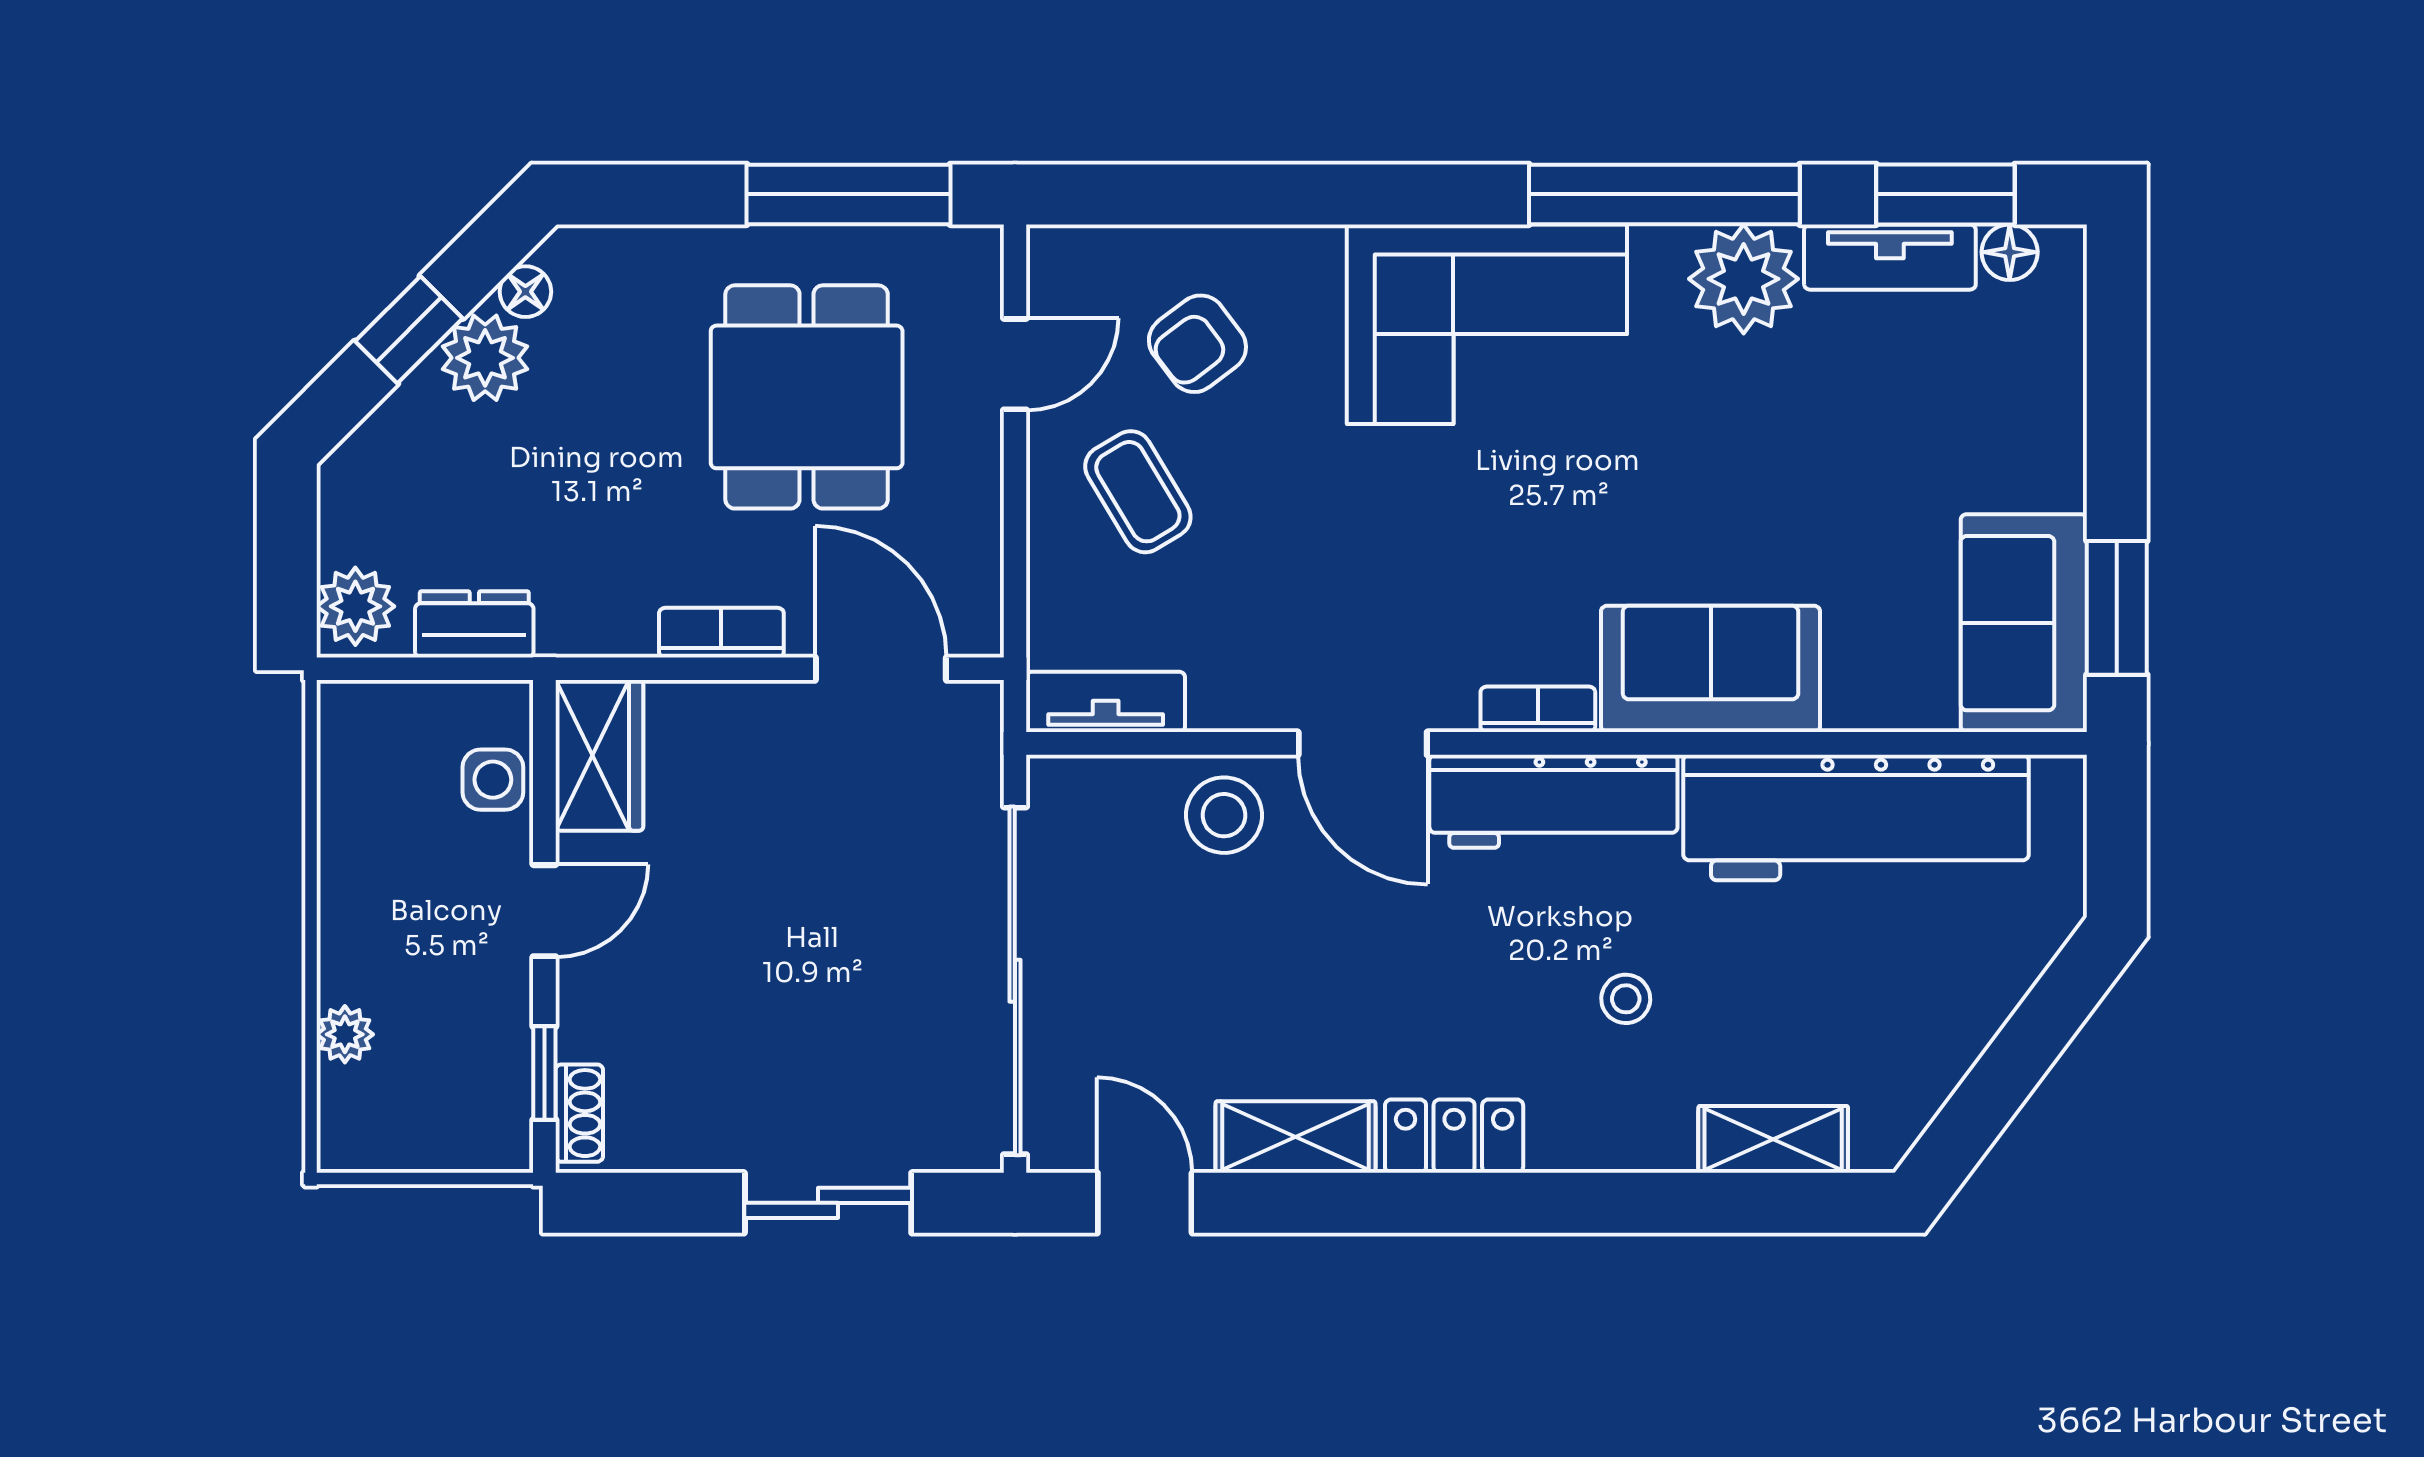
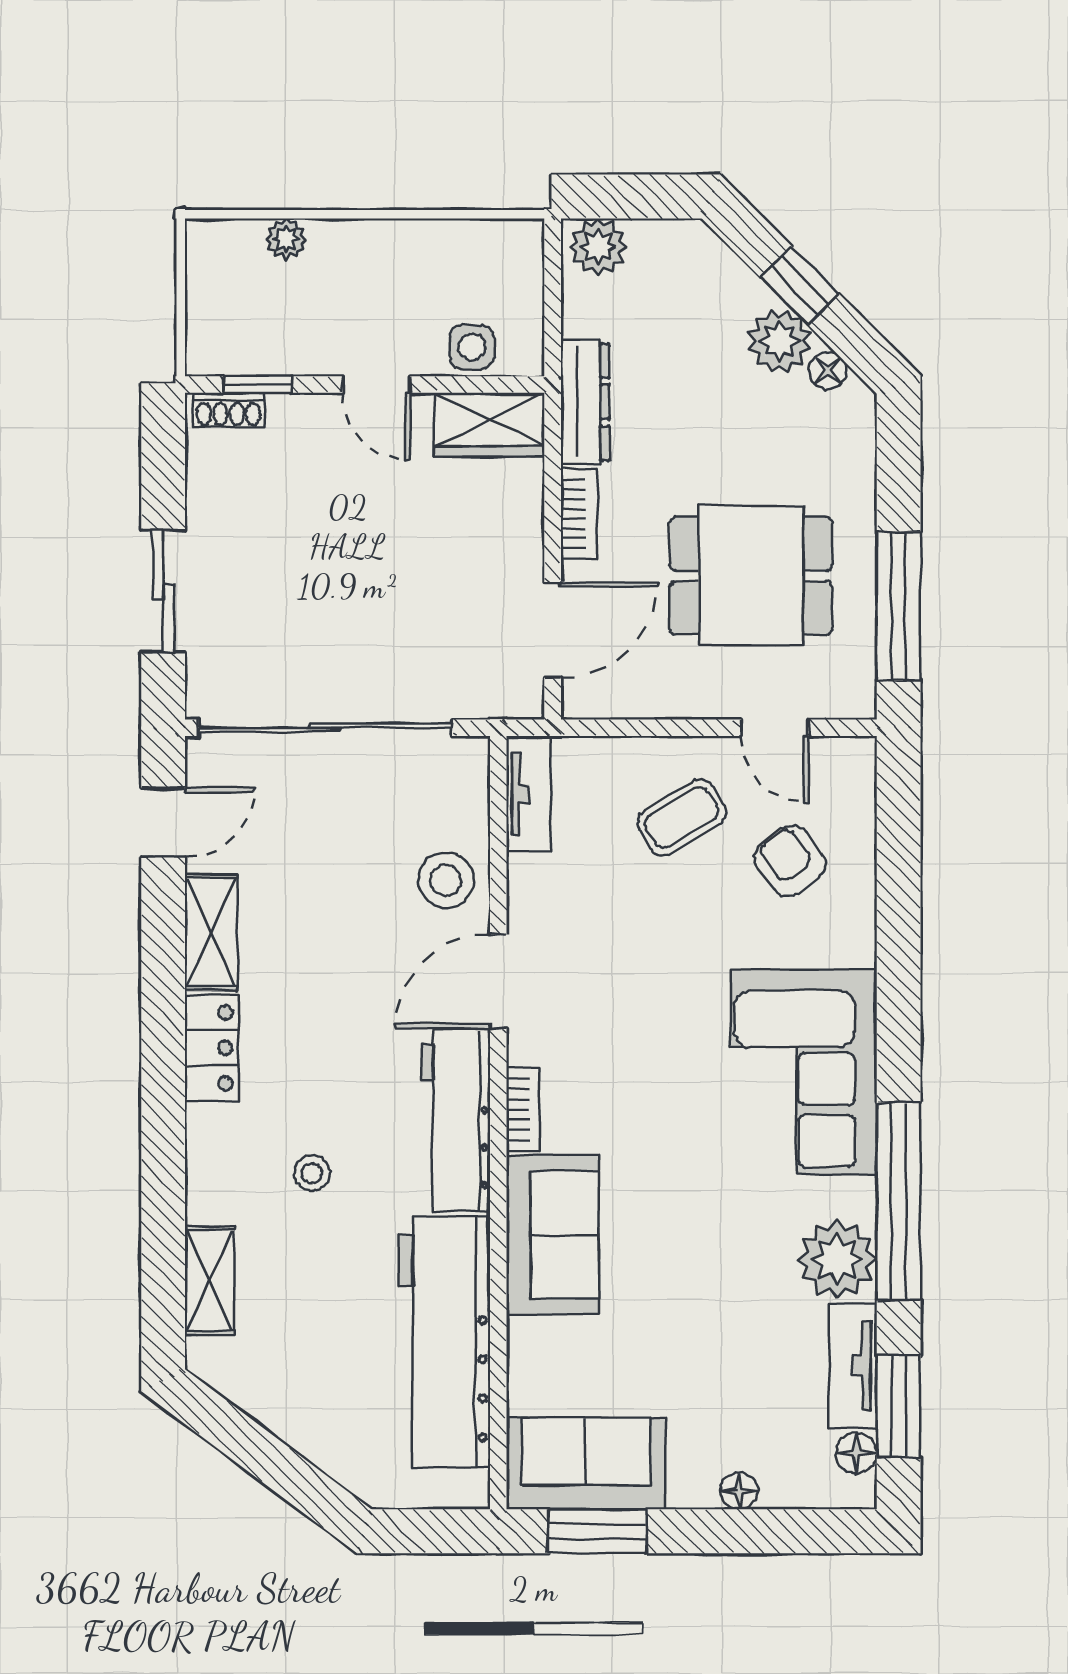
floor lamp: (2062, 413) -> (739, 1491), added
dresser: (474, 624) -> (585, 402), moved, width x1.44

